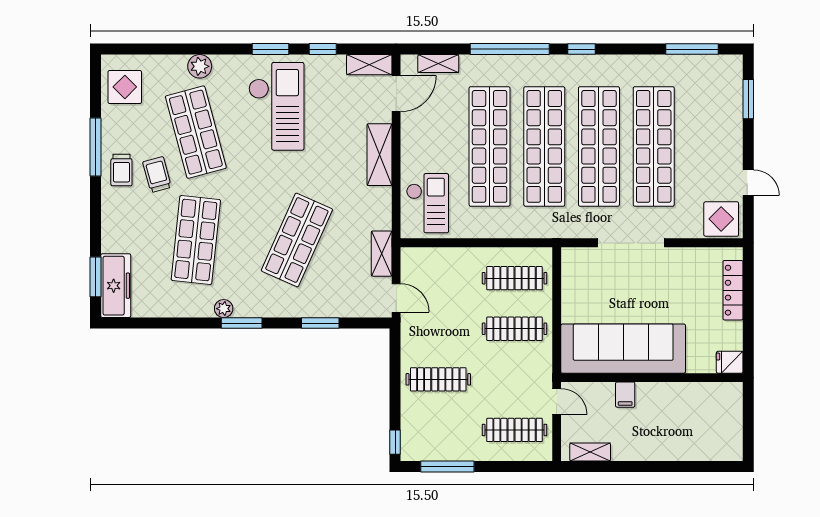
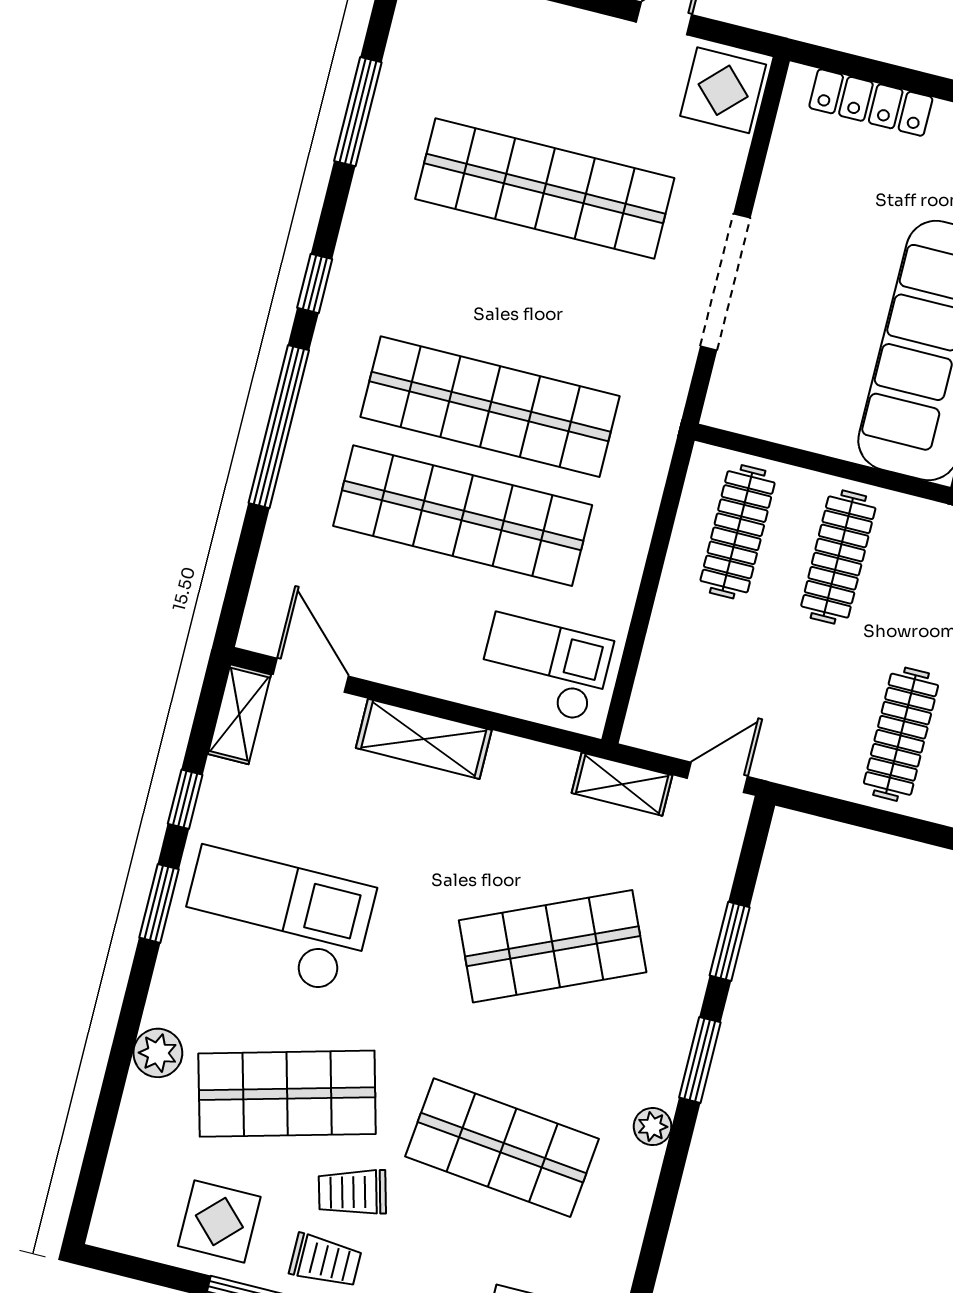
window: (692, 49) -> (358, 112), moved
shelving: (438, 64) -> (272, 576), removed
display table: (125, 87) -> (219, 1221), moved
shop shelf: (599, 146) -> (517, 298), removed
shop shelf: (297, 240) -> (553, 946), turned -48
window: (242, 323) -> (700, 1060), moved

